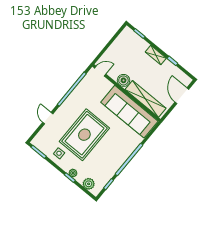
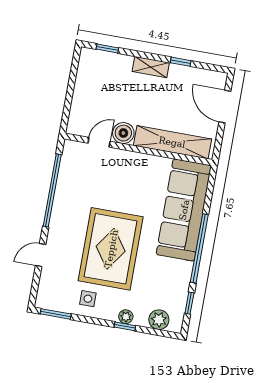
door: (100, 71) -> (99, 142), moved
sofa: (129, 112) -> (184, 210), moved, turned 90
door: (48, 118) -> (41, 255), hinge flipped

